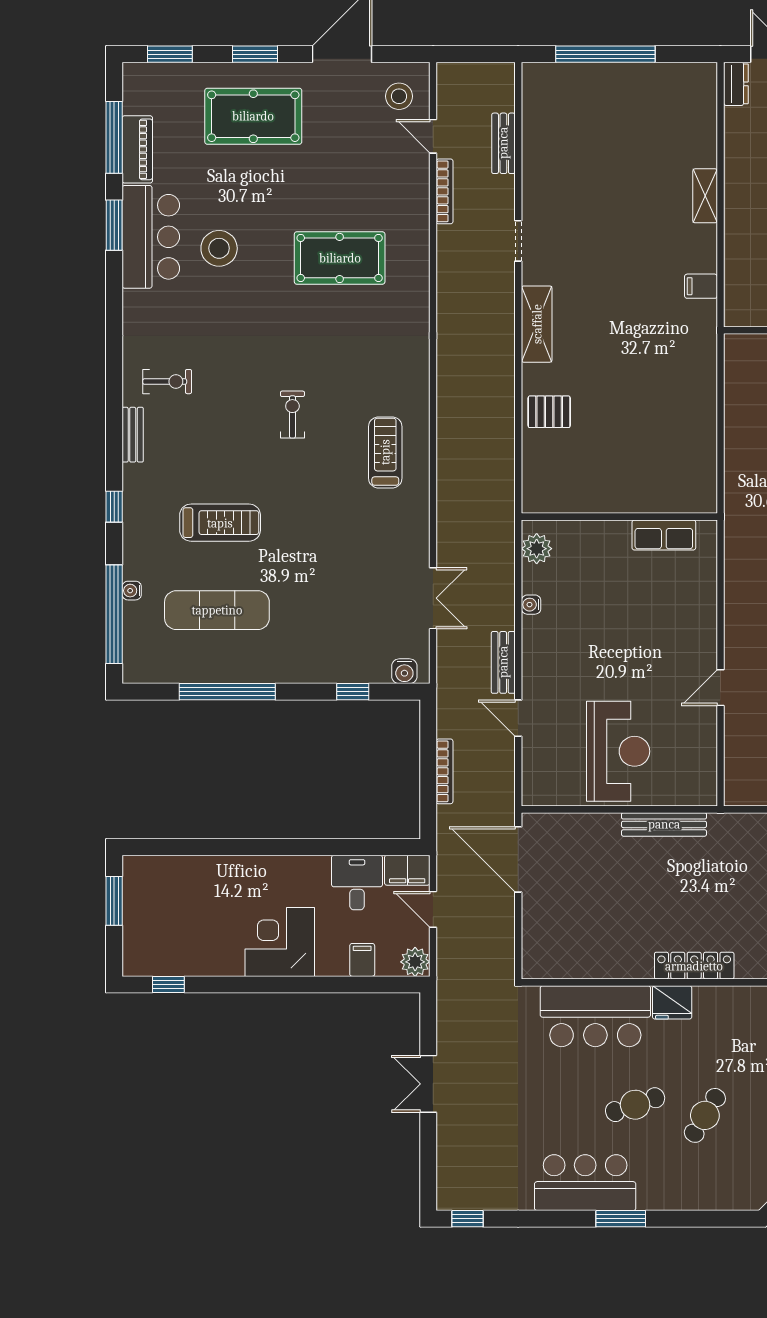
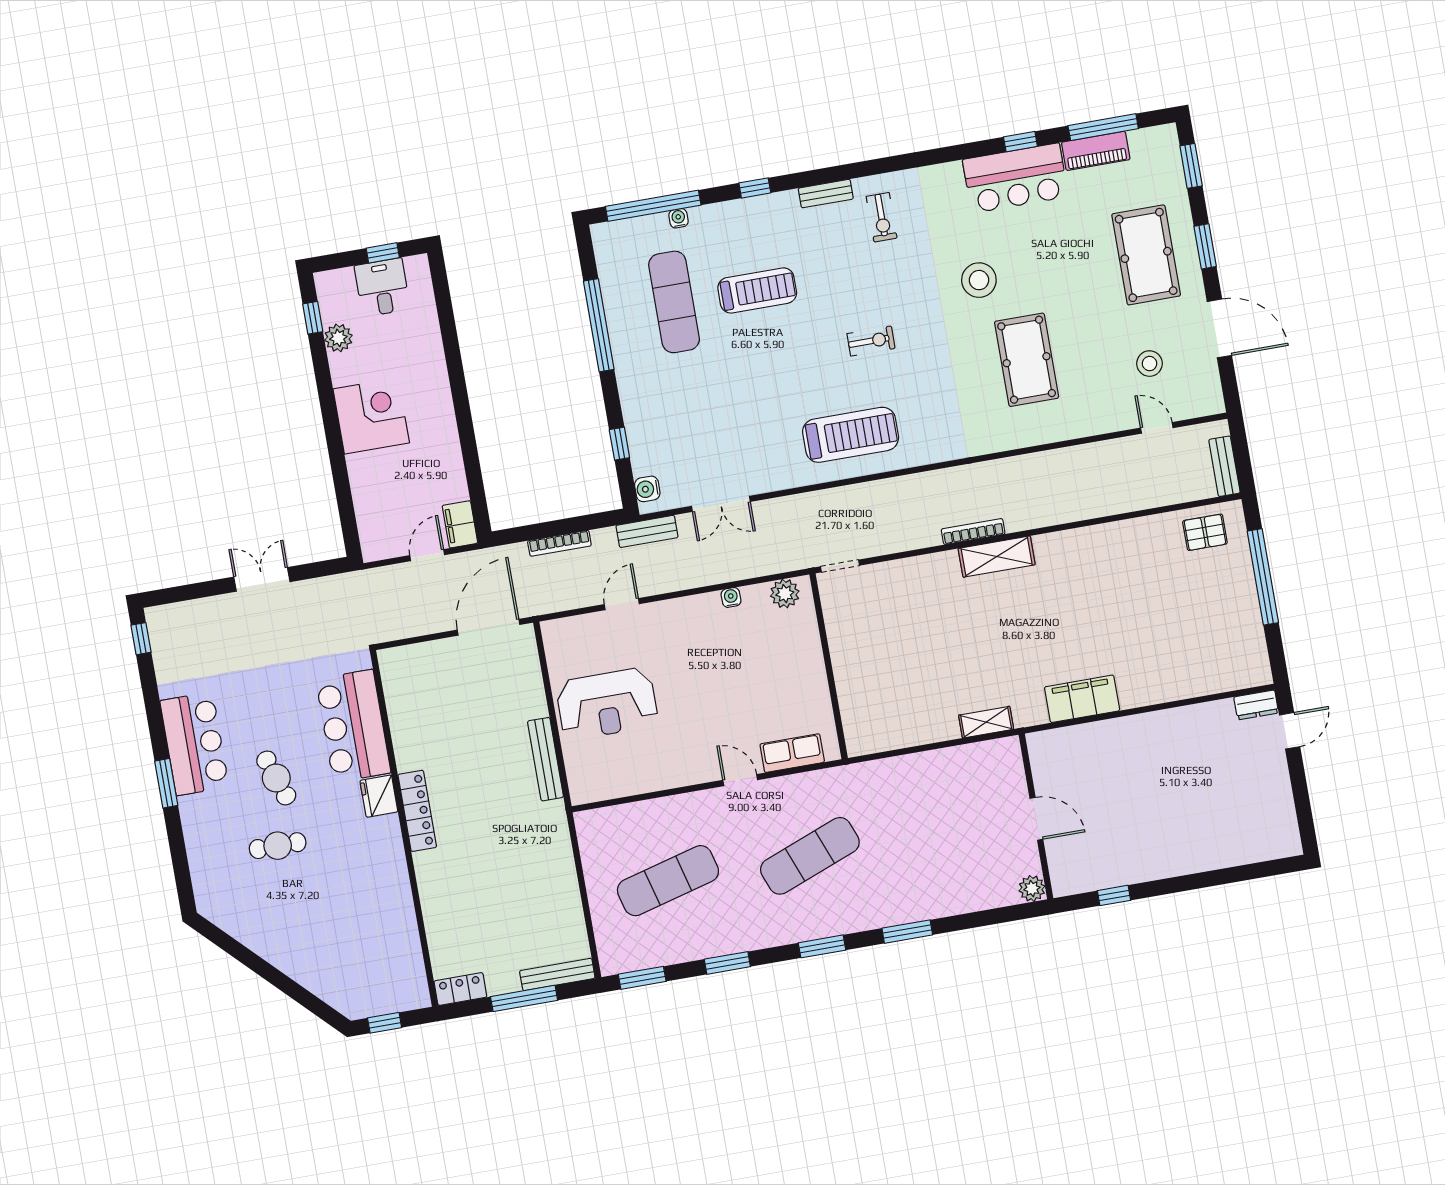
stool: (399, 96) -> (1149, 364), moved
door: (433, 136) -> (1157, 428), hinge flipped
bench: (503, 143) -> (1224, 466), moved, turned 90
bookcase: (445, 191) -> (973, 531), moved, turned 180
shelving: (705, 196) -> (986, 722), moved
window: (114, 225) -> (1020, 142), width x0.67
doorway: (518, 241) -> (840, 566), moved
stool: (219, 248) -> (979, 280), moved
filing cabinet: (701, 286) -> (1082, 699), width x3.00, depth x1.17
pallet: (549, 412) -> (1205, 532), moved, turned 90
treadmill: (385, 452) -> (851, 435), width x1.37, depth x1.38
treadmill: (220, 523) -> (757, 290), turned -90
row of seats: (664, 535) -> (792, 753), moved, turned 90
bench: (503, 662) -> (647, 531), moved
door: (720, 688) -> (740, 780), moved
desk: (357, 883) -> (382, 287), moved, turned -90
window: (114, 901) -> (383, 253), width x0.67
filing cabinet: (362, 960) -> (368, 497), removed
plant: (415, 962) -> (338, 338), moved
cafe table: (705, 1115) -> (278, 846), turned -31

